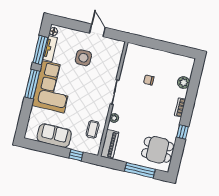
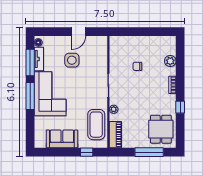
door: (97, 30) -> (79, 32), swing flipped
coffee table: (93, 129) -> (96, 125), width x1.86, depth x1.72
dining table: (157, 150) -> (161, 129), turned 90

